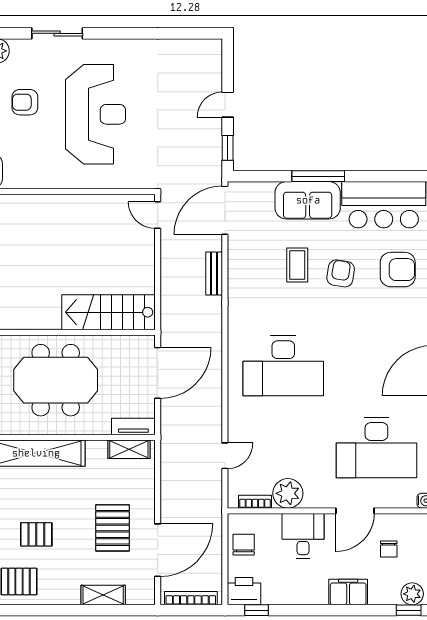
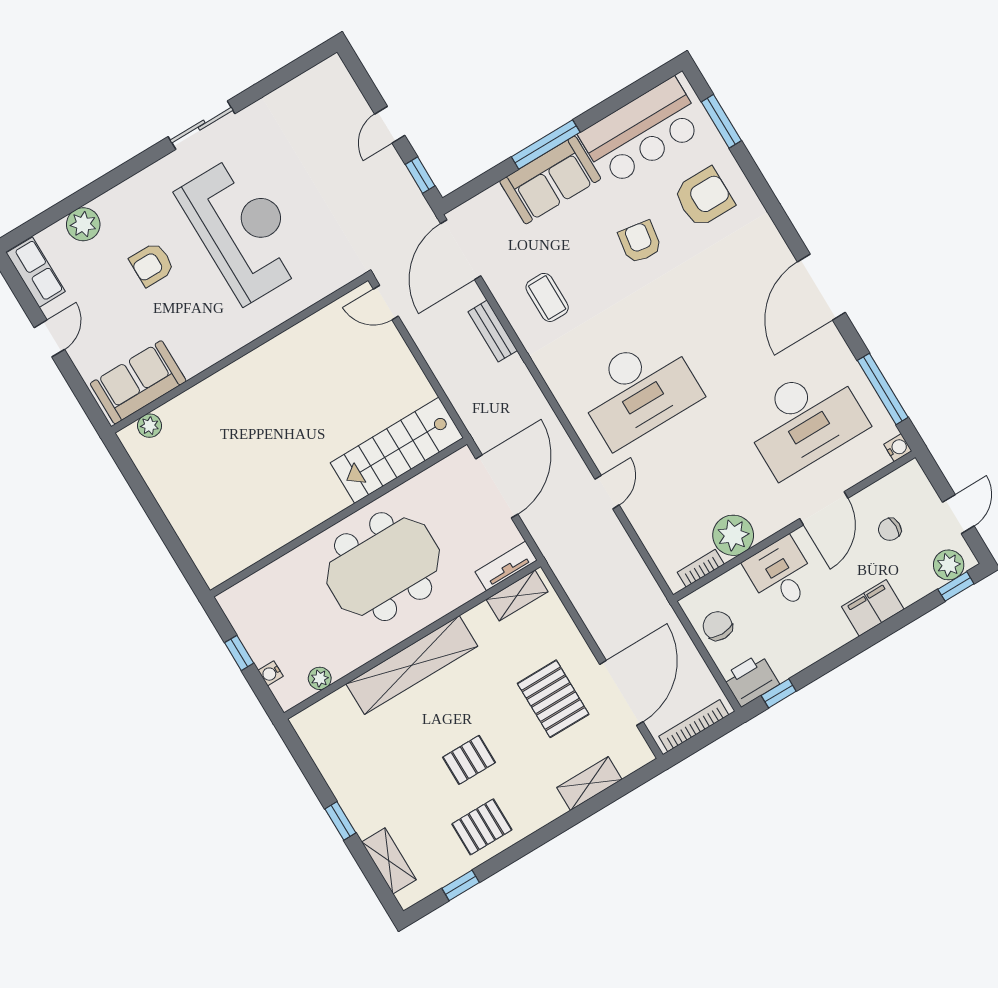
sliding door: (57, 33) -> (202, 125), moved
coffee table: (297, 265) -> (547, 297), moved
door: (225, 456) -> (607, 492), moved
chair: (389, 549) -> (890, 529), turned 90

